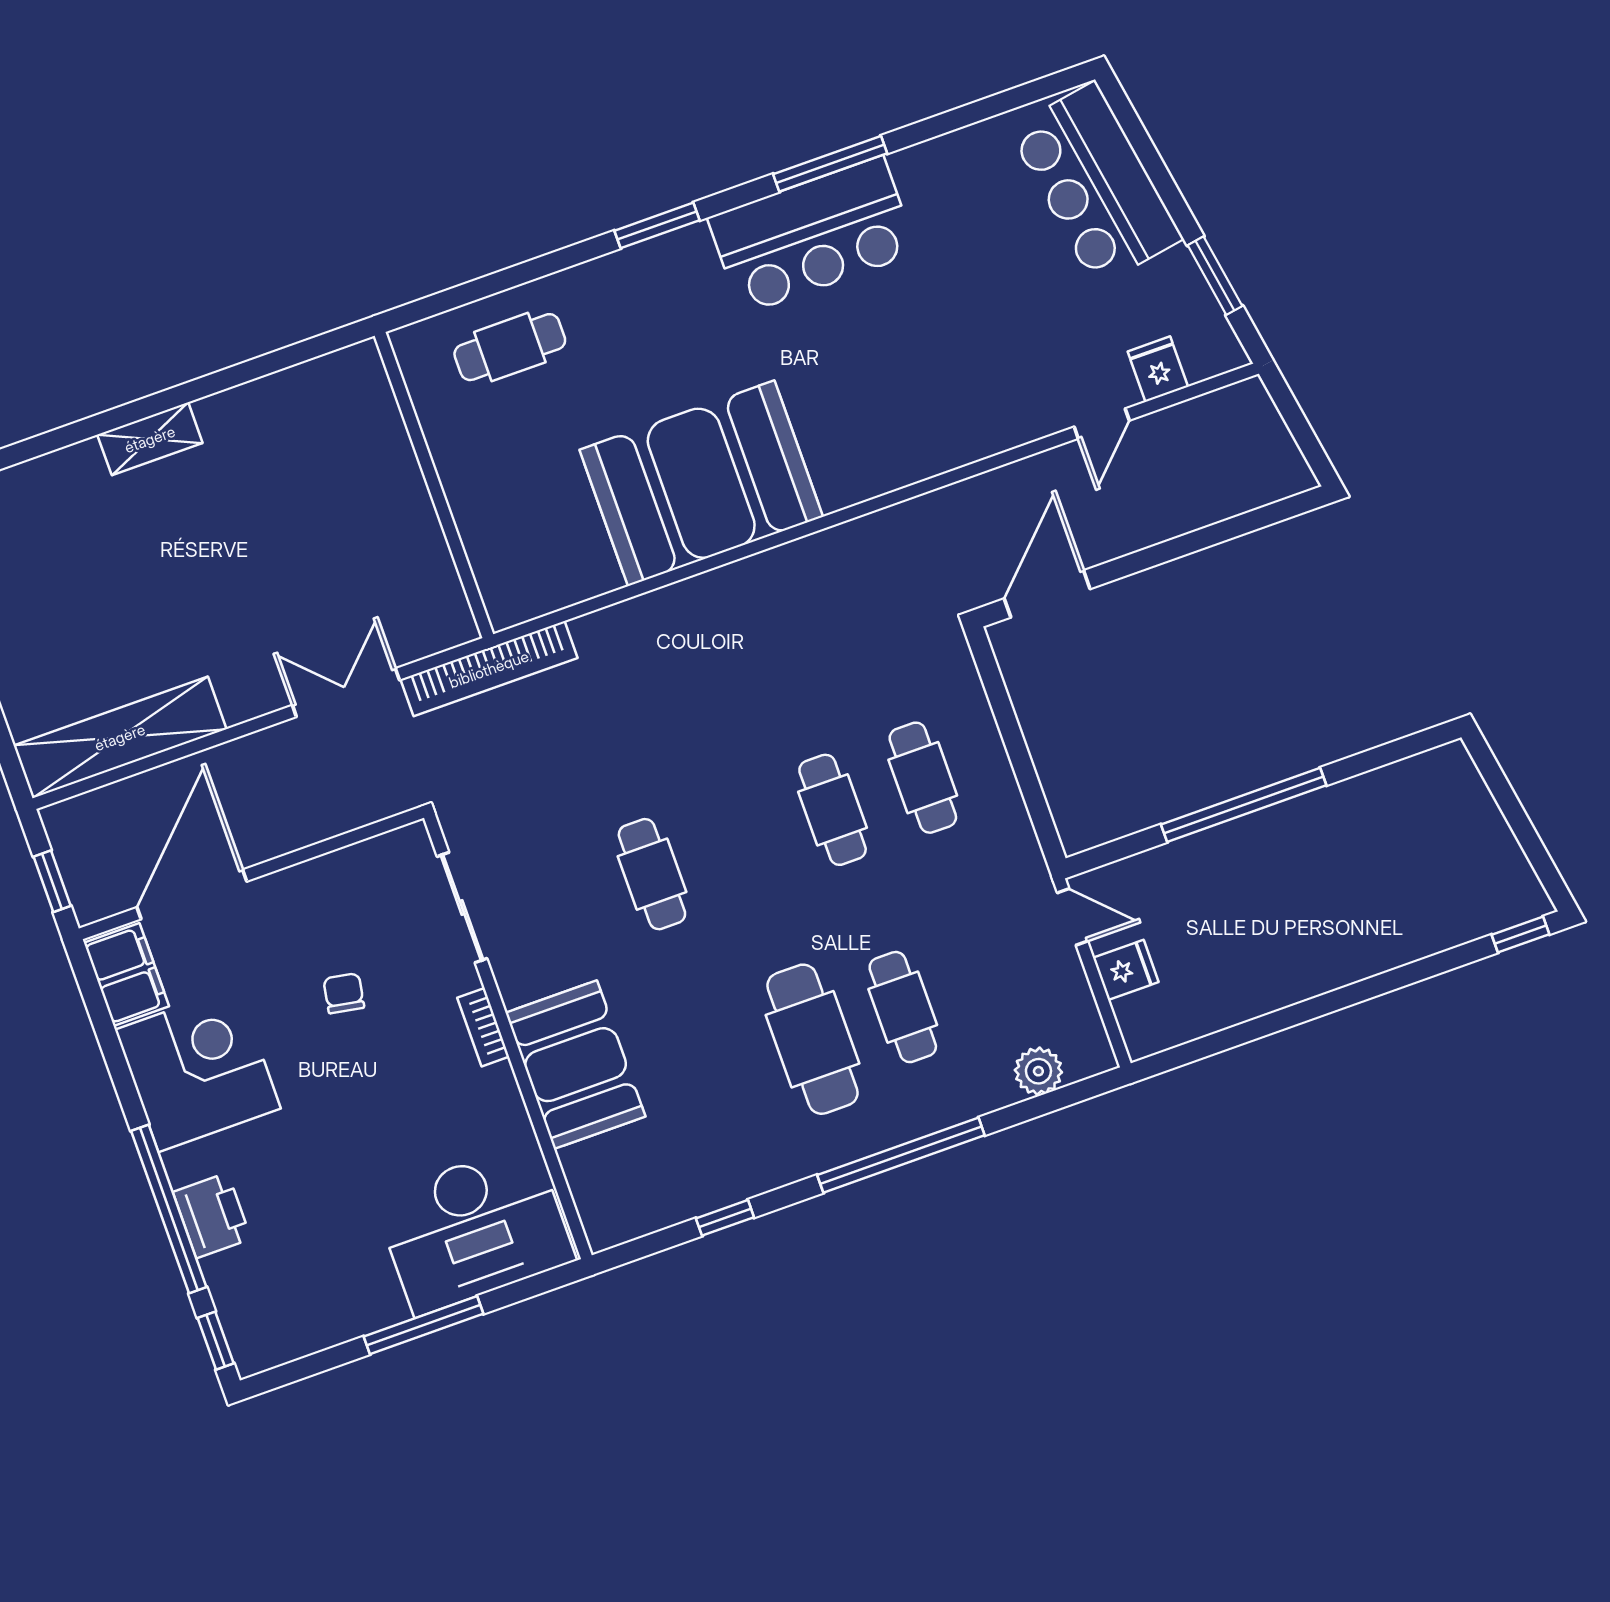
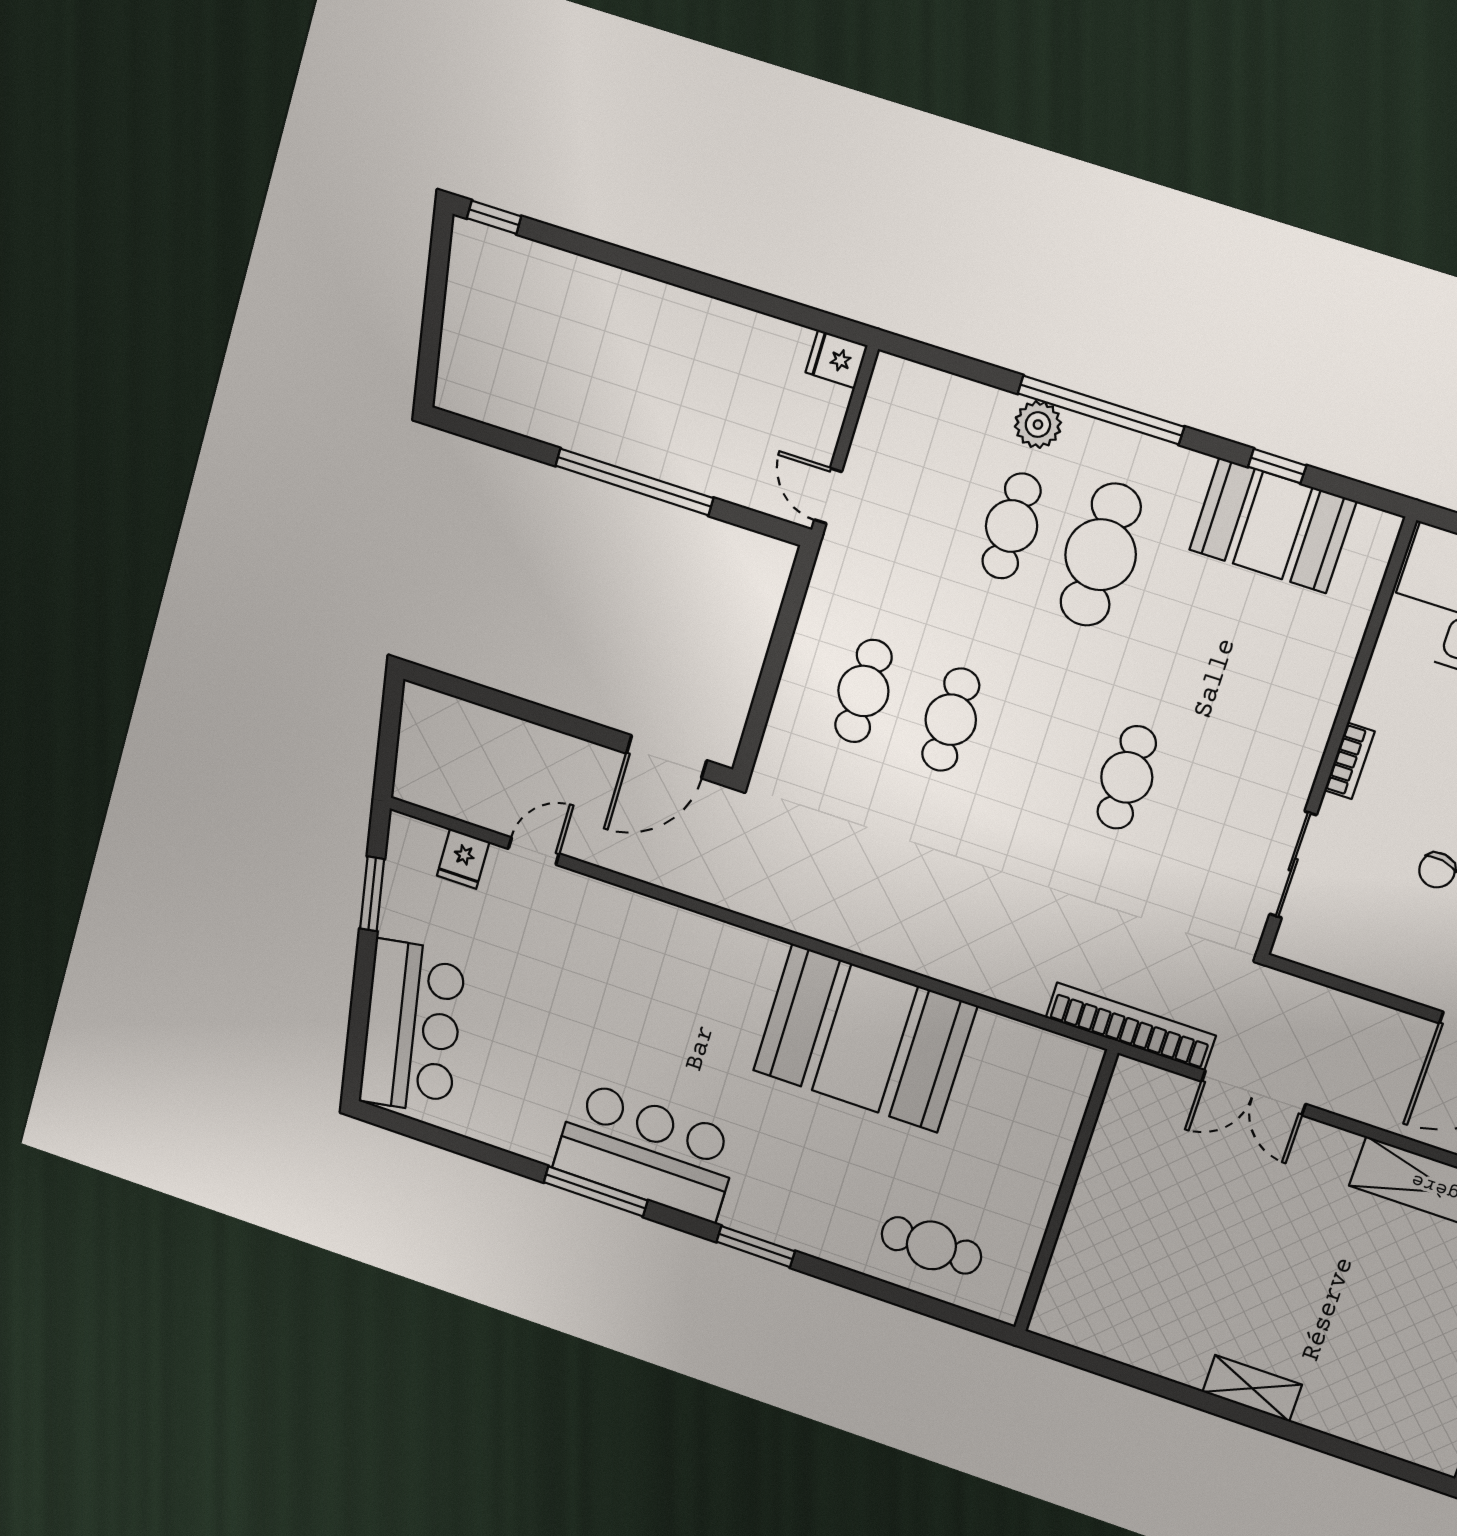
fridge: (1126, 970) -> (837, 359), moved
booth: (575, 1065) -> (1273, 525), moved, turned 90
plant: (1038, 1071) -> (1038, 425), moved

